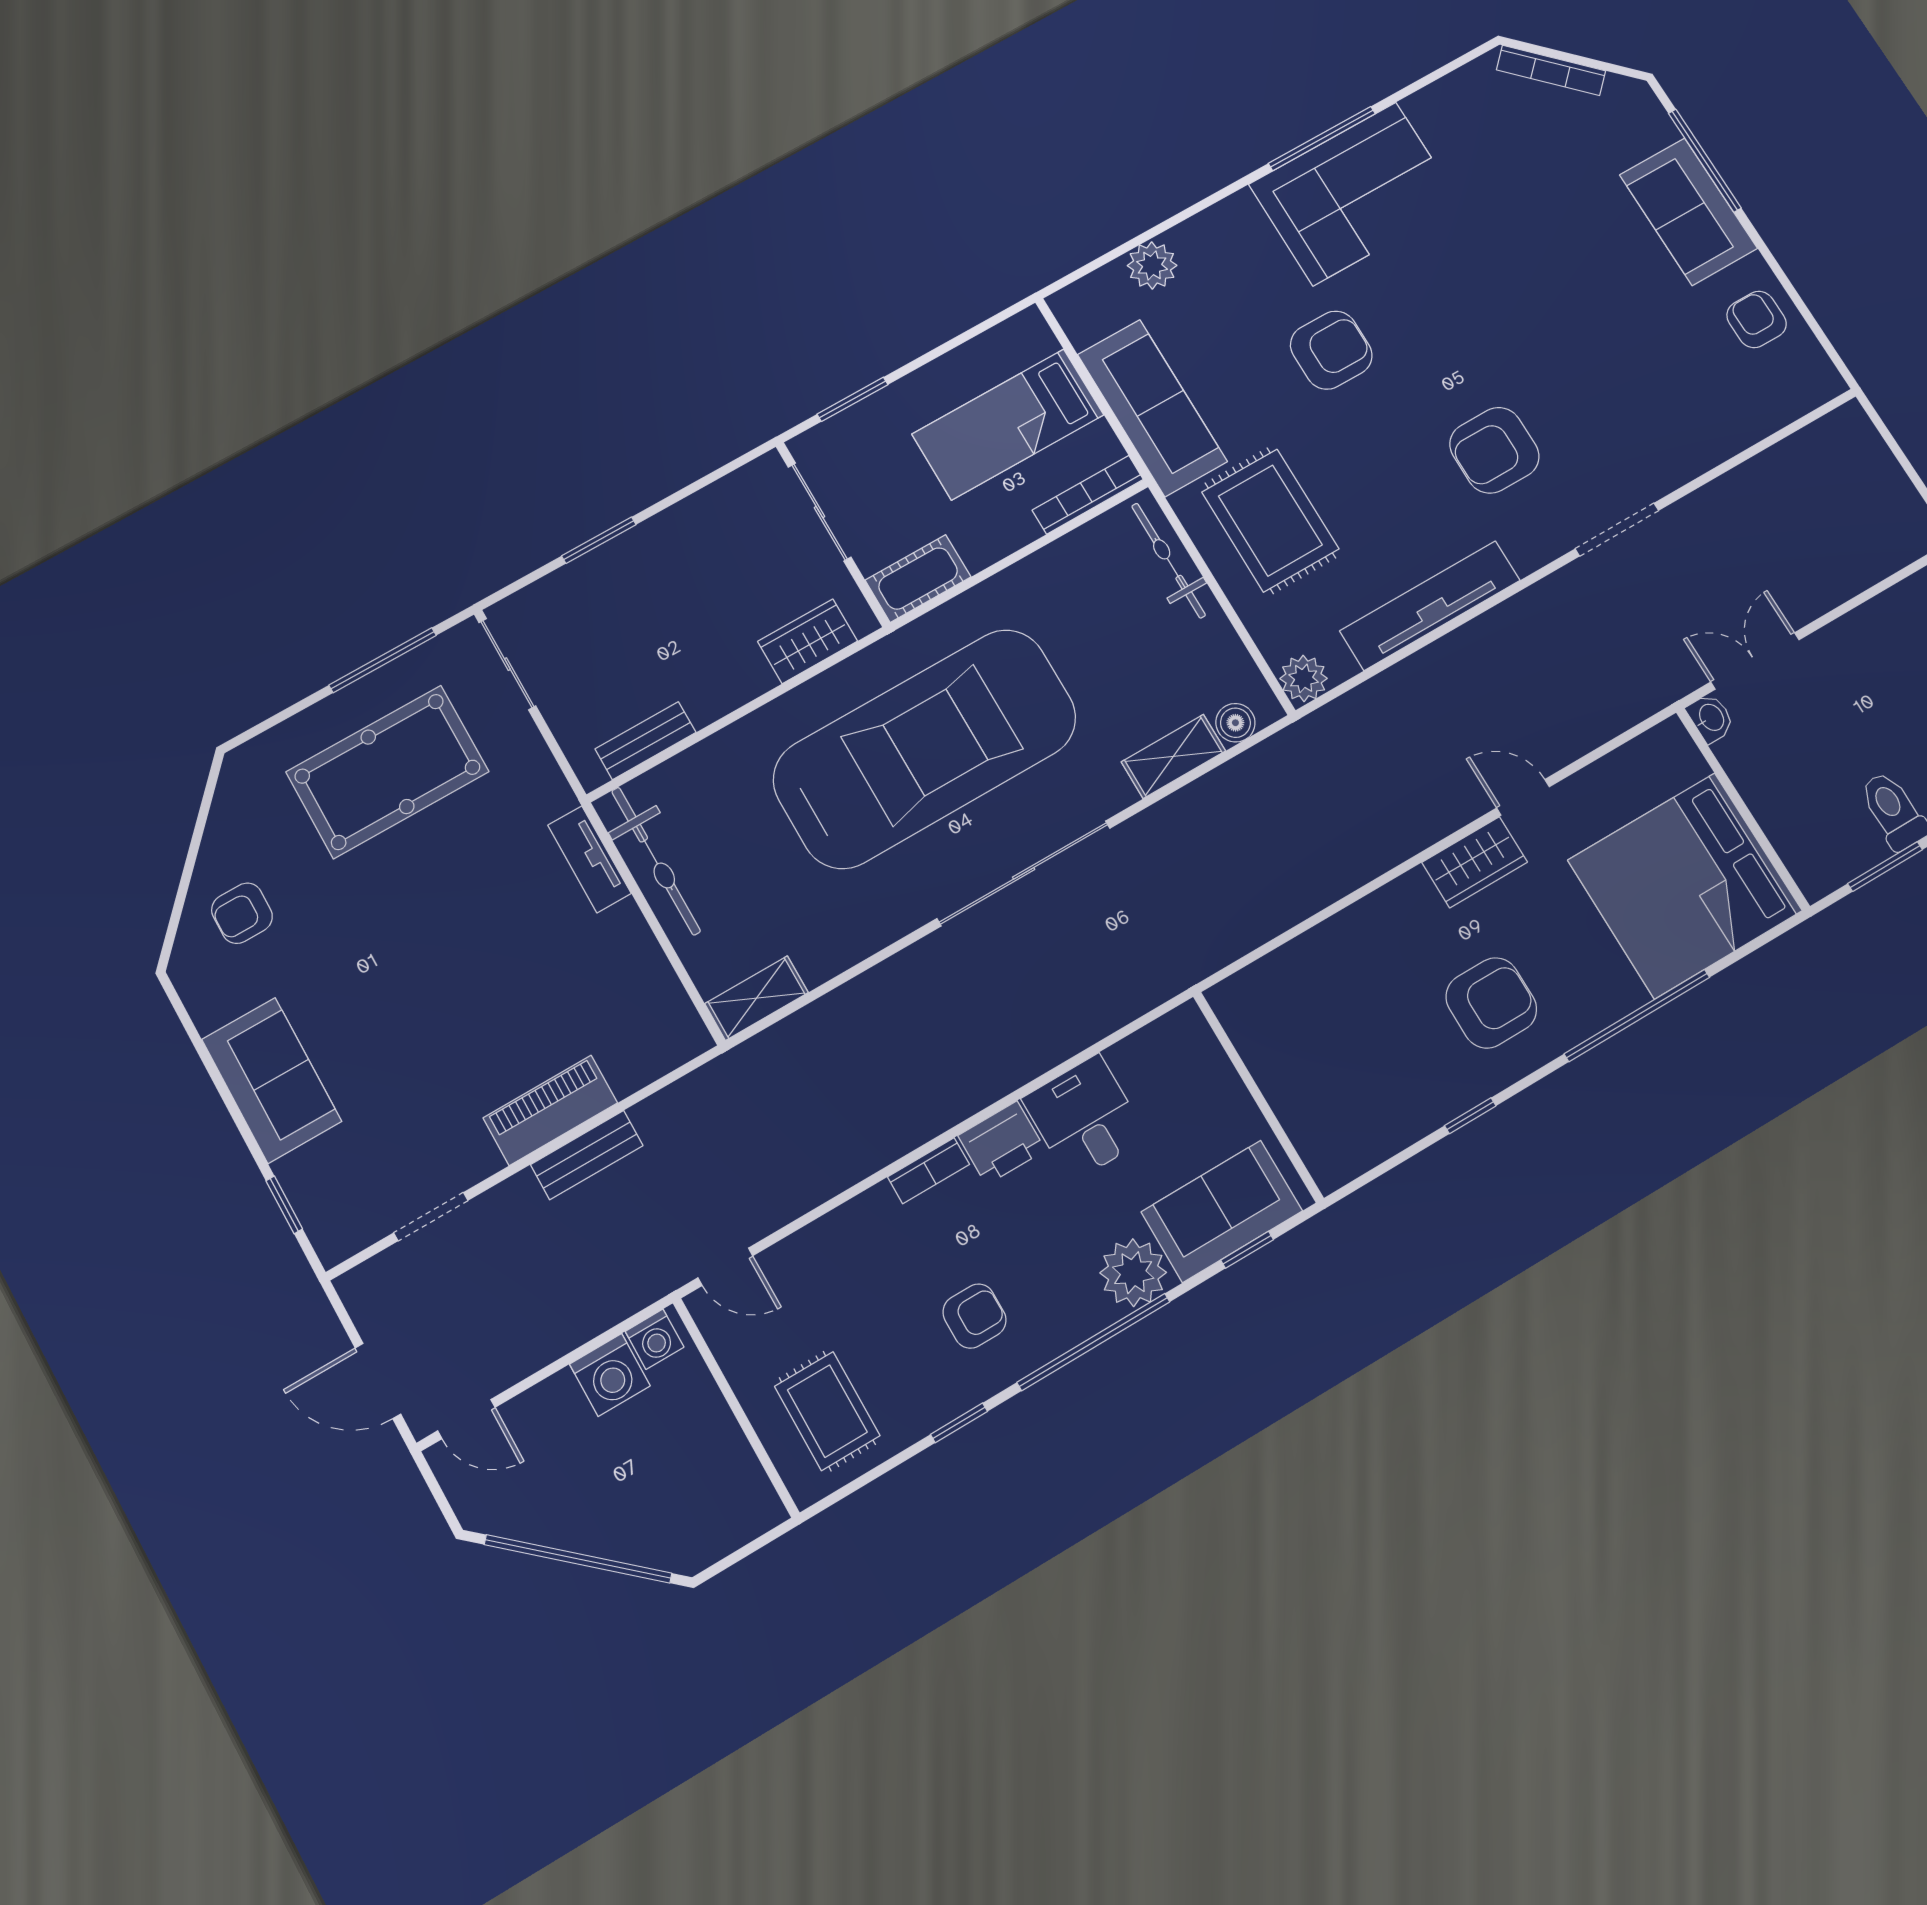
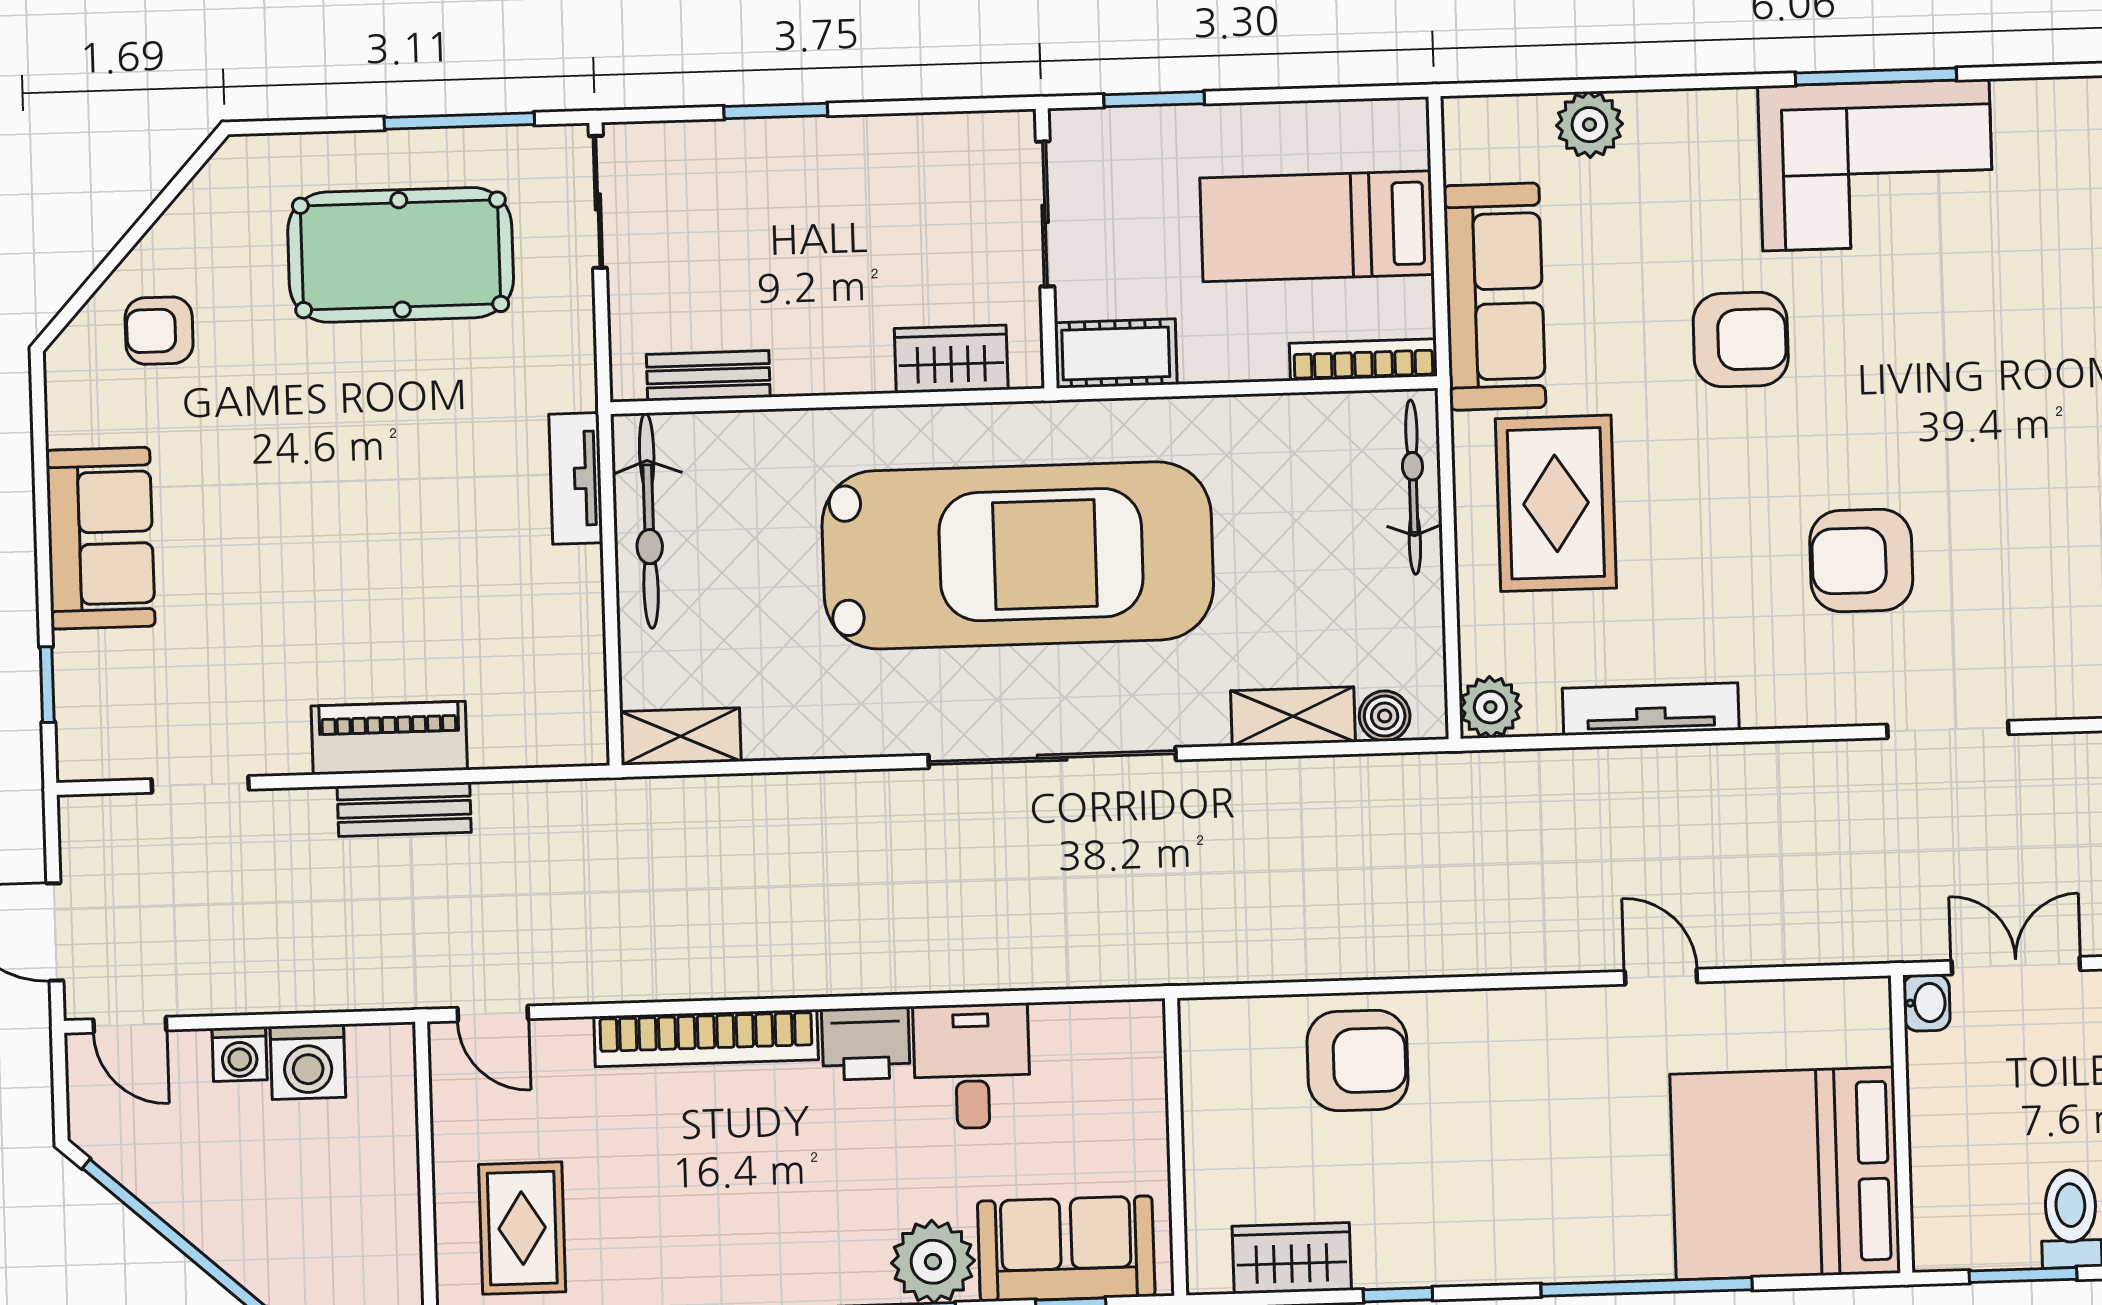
tv unit: (1430, 606) -> (1651, 709), width x0.73, depth x0.78
wardrobe: (1475, 862) -> (1292, 1258), moved, turned 180
armchair: (1491, 1003) -> (1358, 1061), moved
bookcase: (928, 1171) -> (706, 1038), width x2.31, depth x1.31
armchair: (974, 1316) -> (735, 1214), removed
washing machine: (655, 1339) -> (240, 1054), moved

